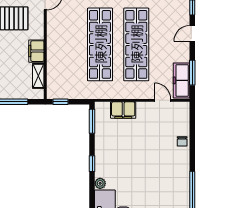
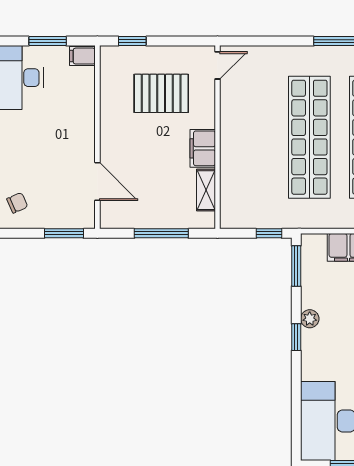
window: (61, 102) -> (269, 233), moved
plant: (100, 183) -> (310, 319), moved

